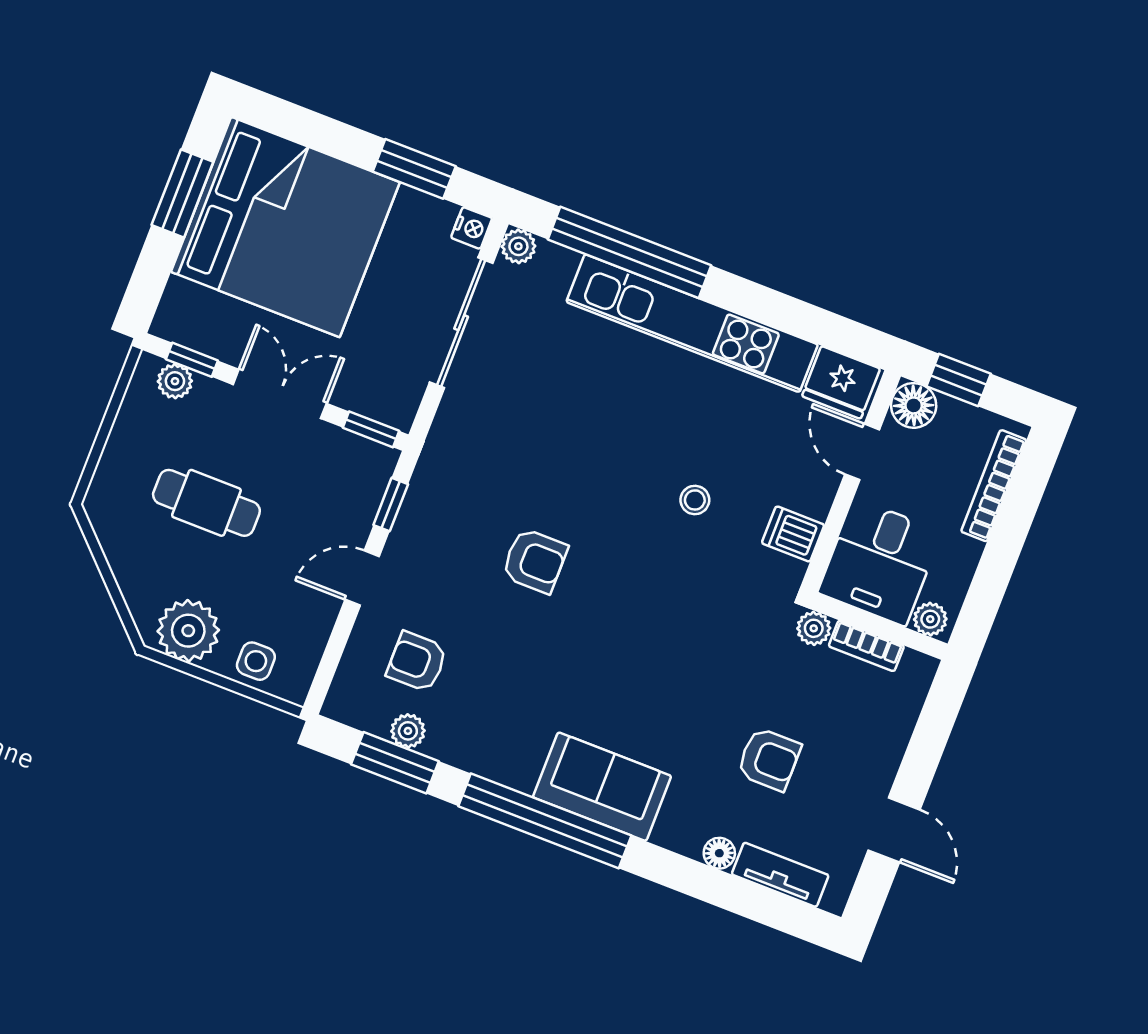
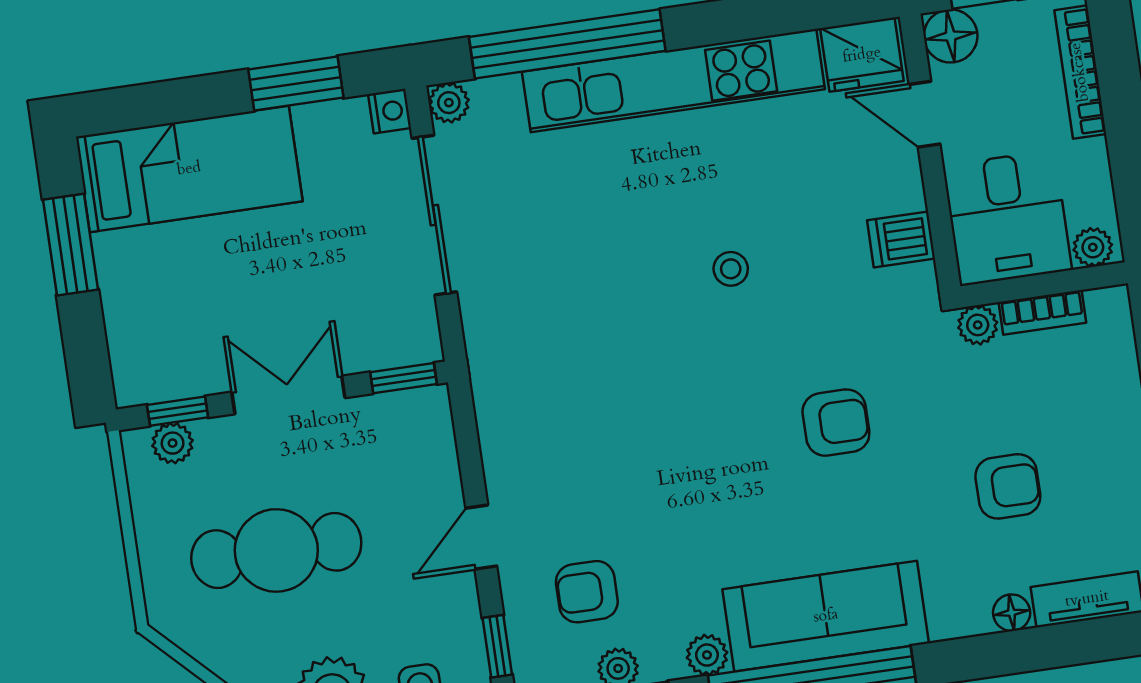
bed: (285, 227) -> (189, 169), width x0.49
stool: (695, 500) -> (731, 269), moved
cafe table: (206, 503) -> (276, 550), width x1.37, depth x1.35
window: (391, 505) -> (497, 646), moved
armchair: (535, 561) -> (836, 423), moved
plant: (479, 758) -> (707, 655), added
sofa: (602, 787) -> (826, 616), width x1.36

